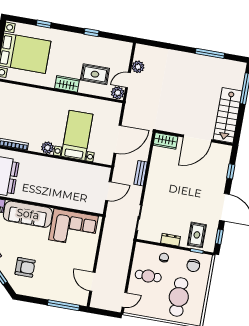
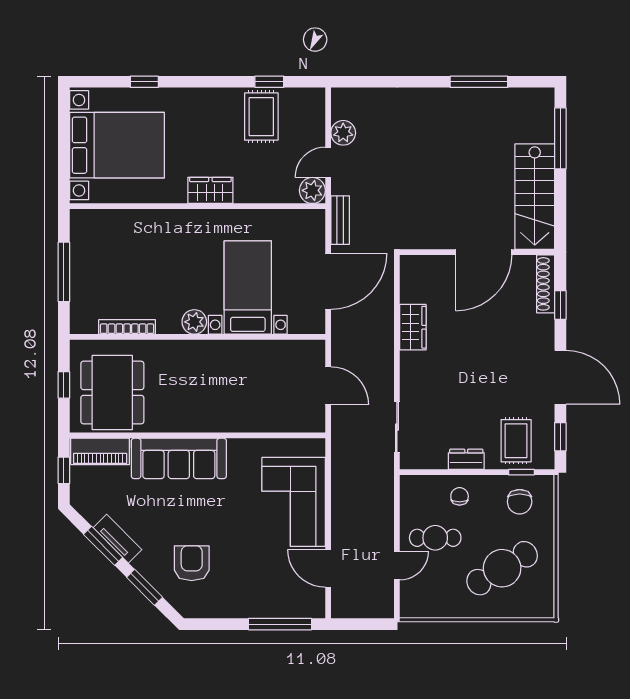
window: (91, 32) -> (269, 82), moved
rug: (95, 74) -> (261, 117), moved, turned 90
wardrobe: (165, 141) -> (413, 327), moved, turned -90
shoe rack: (225, 160) -> (546, 284), added
bench: (141, 173) -> (340, 220), moved
door: (108, 191) -> (328, 386), hinge flipped
corner sofa: (73, 228) -> (294, 502), moved, turned 90
armchair: (25, 267) -> (192, 563), turned -90
cafe table: (179, 297) -> (502, 568), turned 59
door: (124, 300) -> (397, 566), moved

